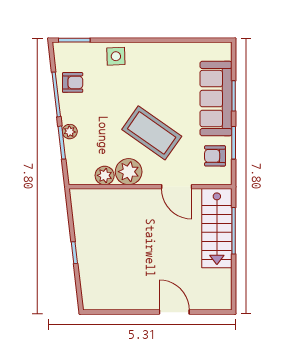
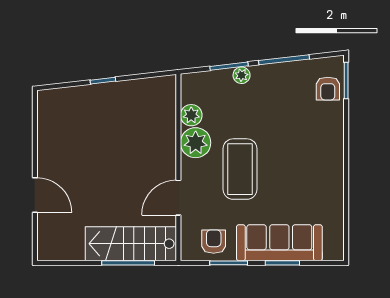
side table: (116, 56) -> (328, 128), removed
armchair: (73, 82) -> (328, 89), moved
coffee table: (152, 133) -> (240, 169), turned -35
door: (174, 312) -> (35, 195), hinge flipped

